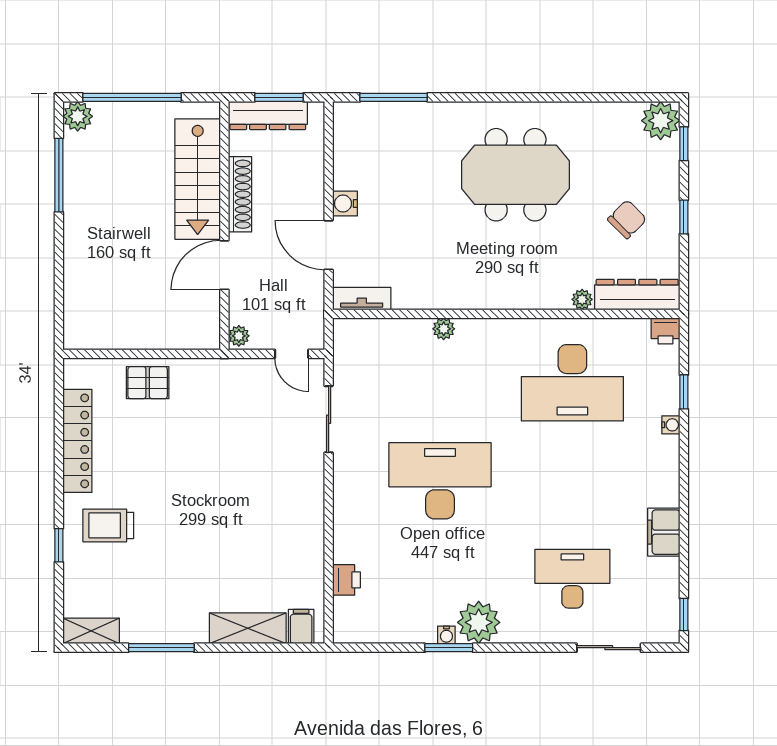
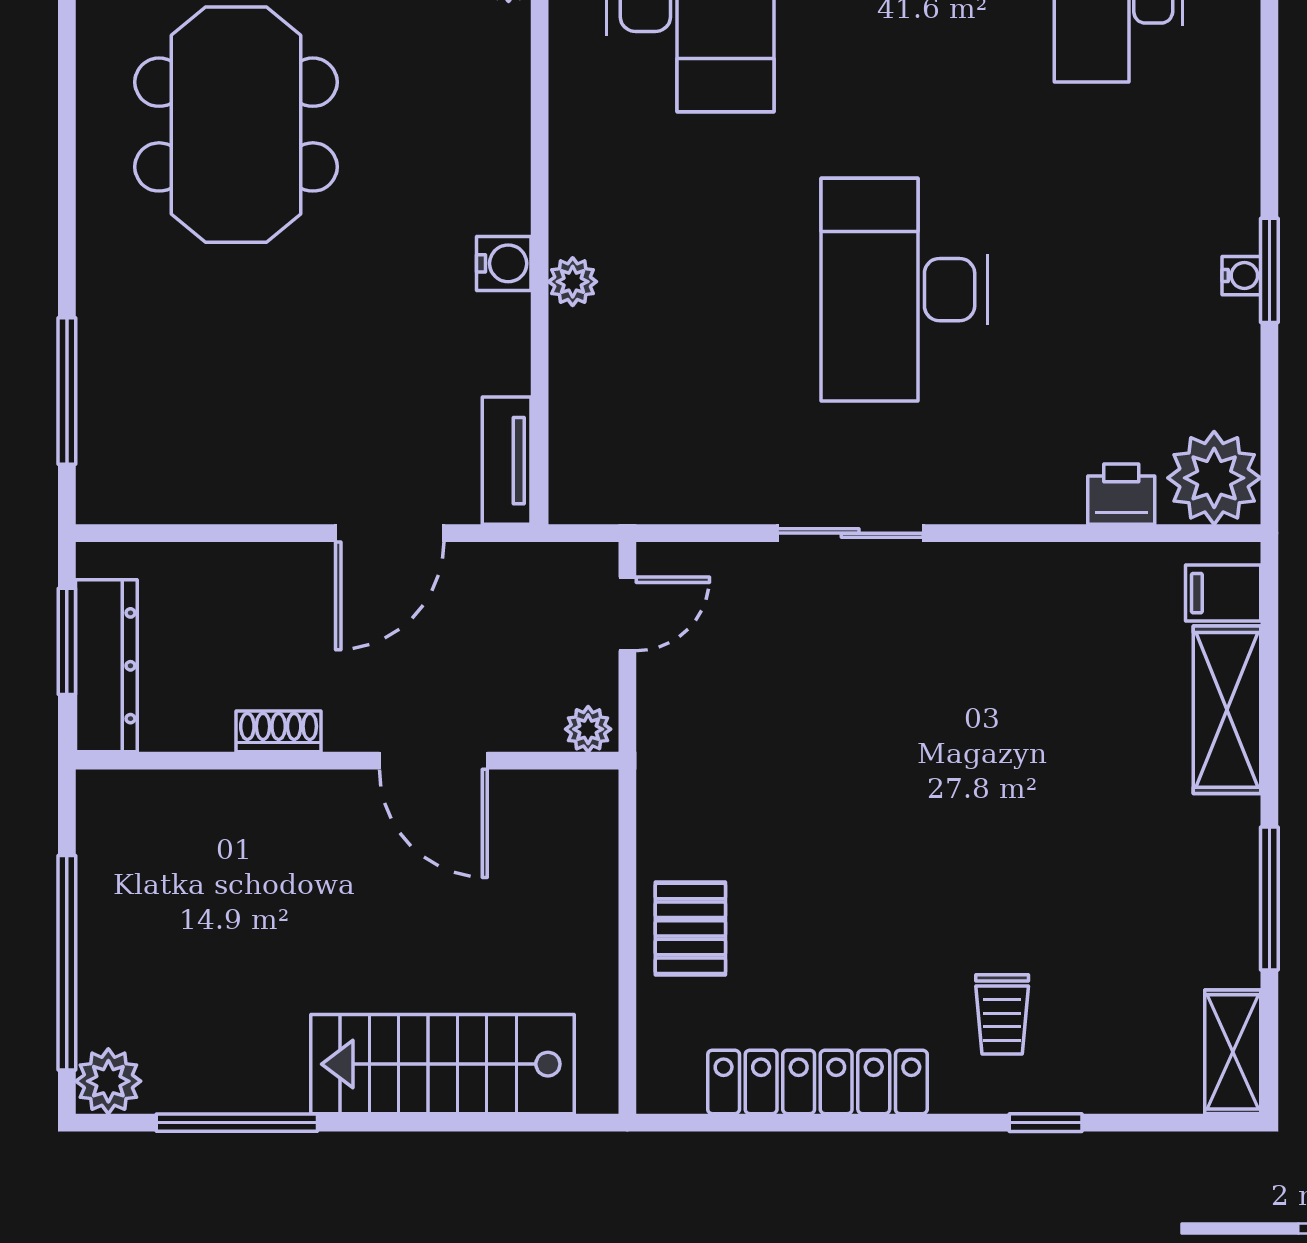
stairs: (198, 179) -> (443, 1064), moved, turned 180
shoe rack: (240, 194) -> (279, 731), width x0.51, depth x0.81
water cooler: (345, 203) -> (504, 263), moved, turned -90
sliding door: (329, 419) -> (850, 533), moved
trolley: (108, 525) -> (1002, 1014), width x0.73, depth x0.72
plant: (479, 622) -> (1214, 478), moved

